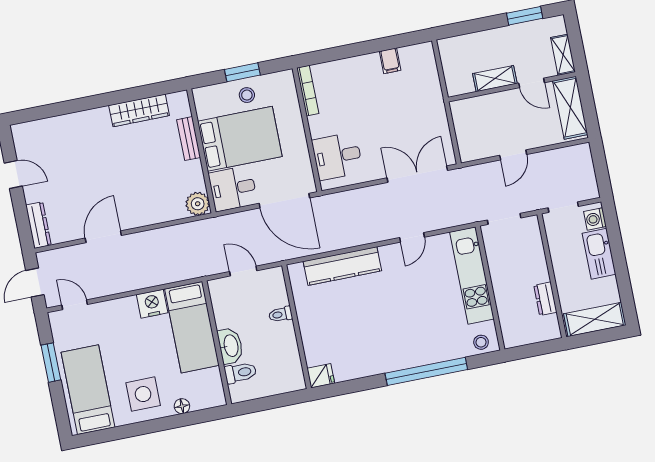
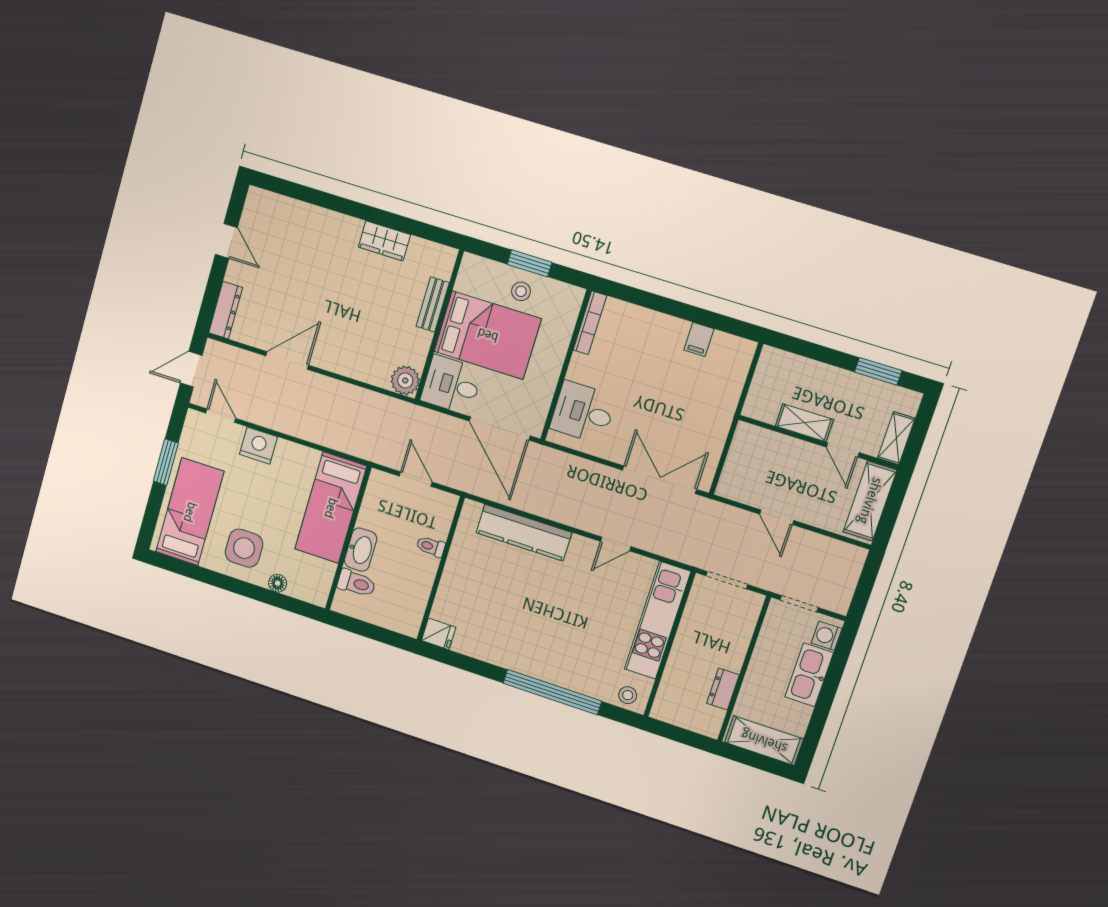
wardrobe: (139, 110) -> (384, 241), width x0.67
door: (513, 155) -> (777, 517), hinge flipped
nightstand: (152, 304) -> (258, 446), moved

